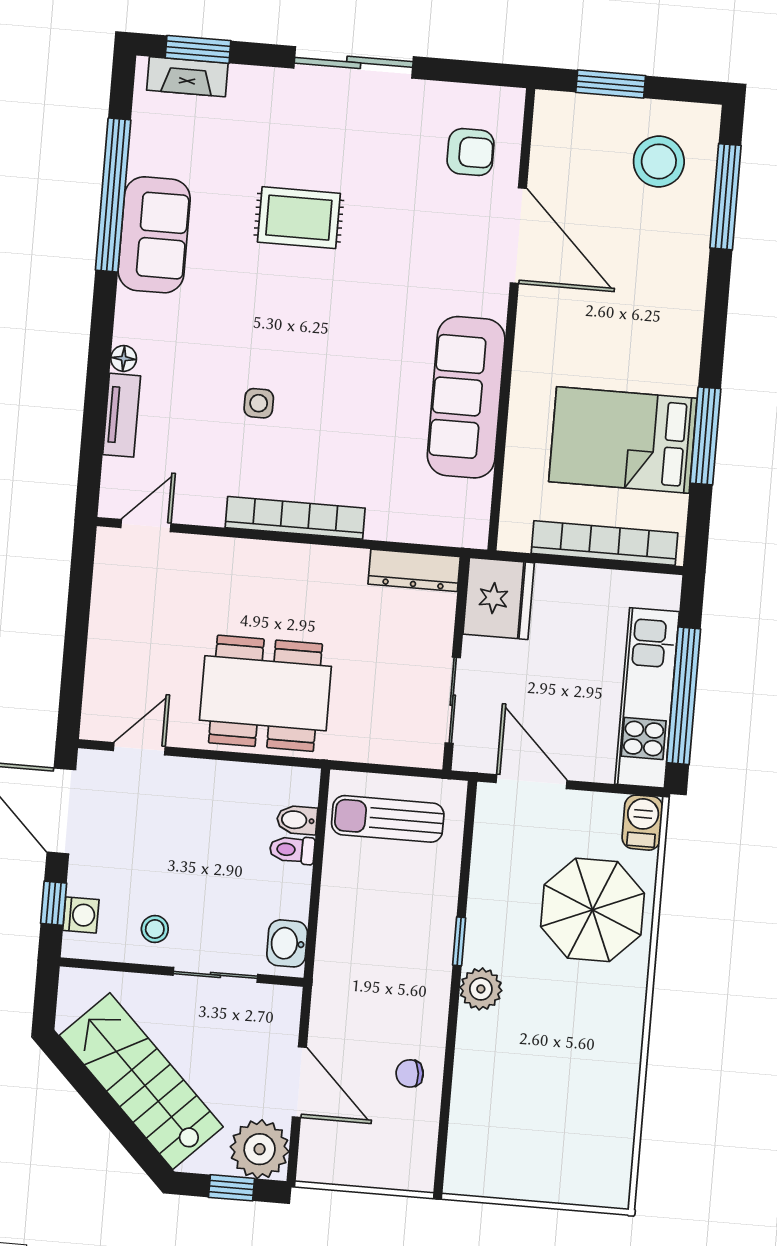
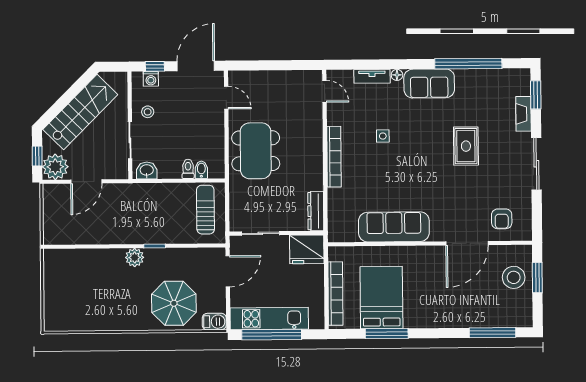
fireplace: (187, 77) -> (523, 114), moved
stool: (659, 161) -> (514, 277), moved
sofa: (154, 235) -> (429, 83), moved
chair: (410, 1073) -> (95, 230), removed

